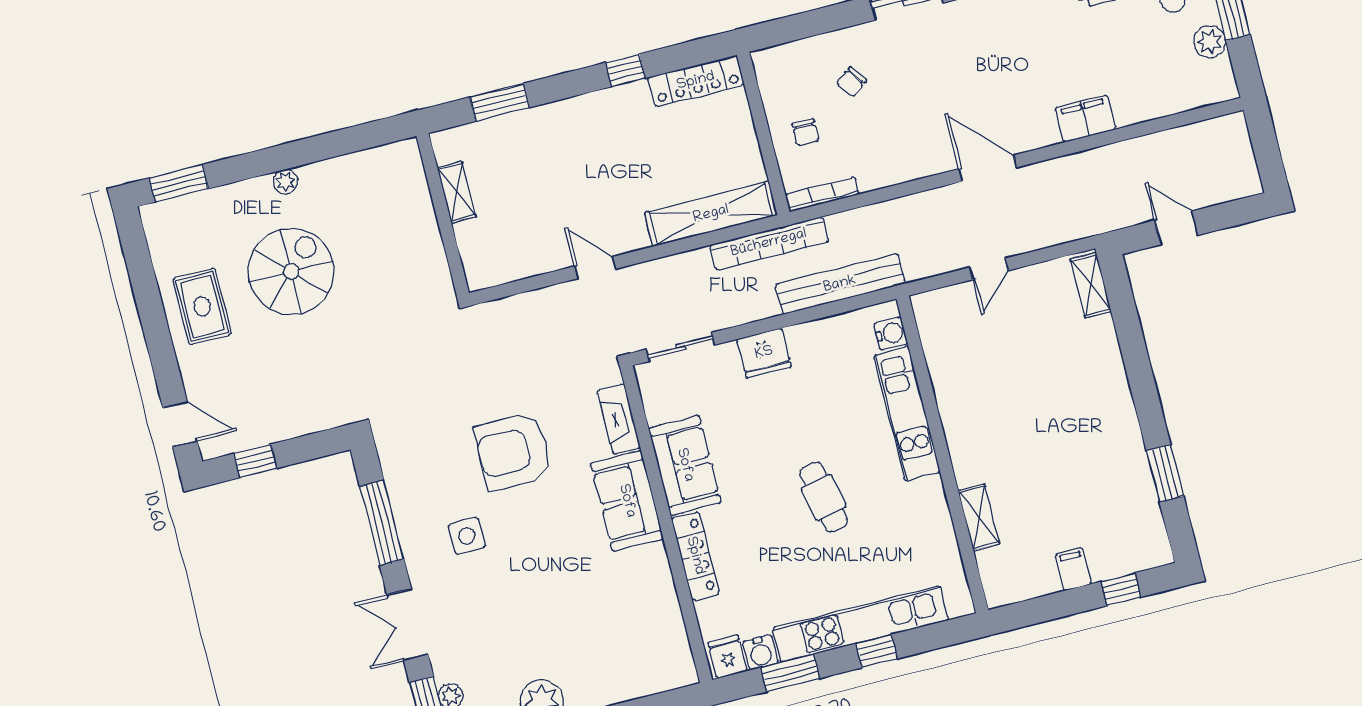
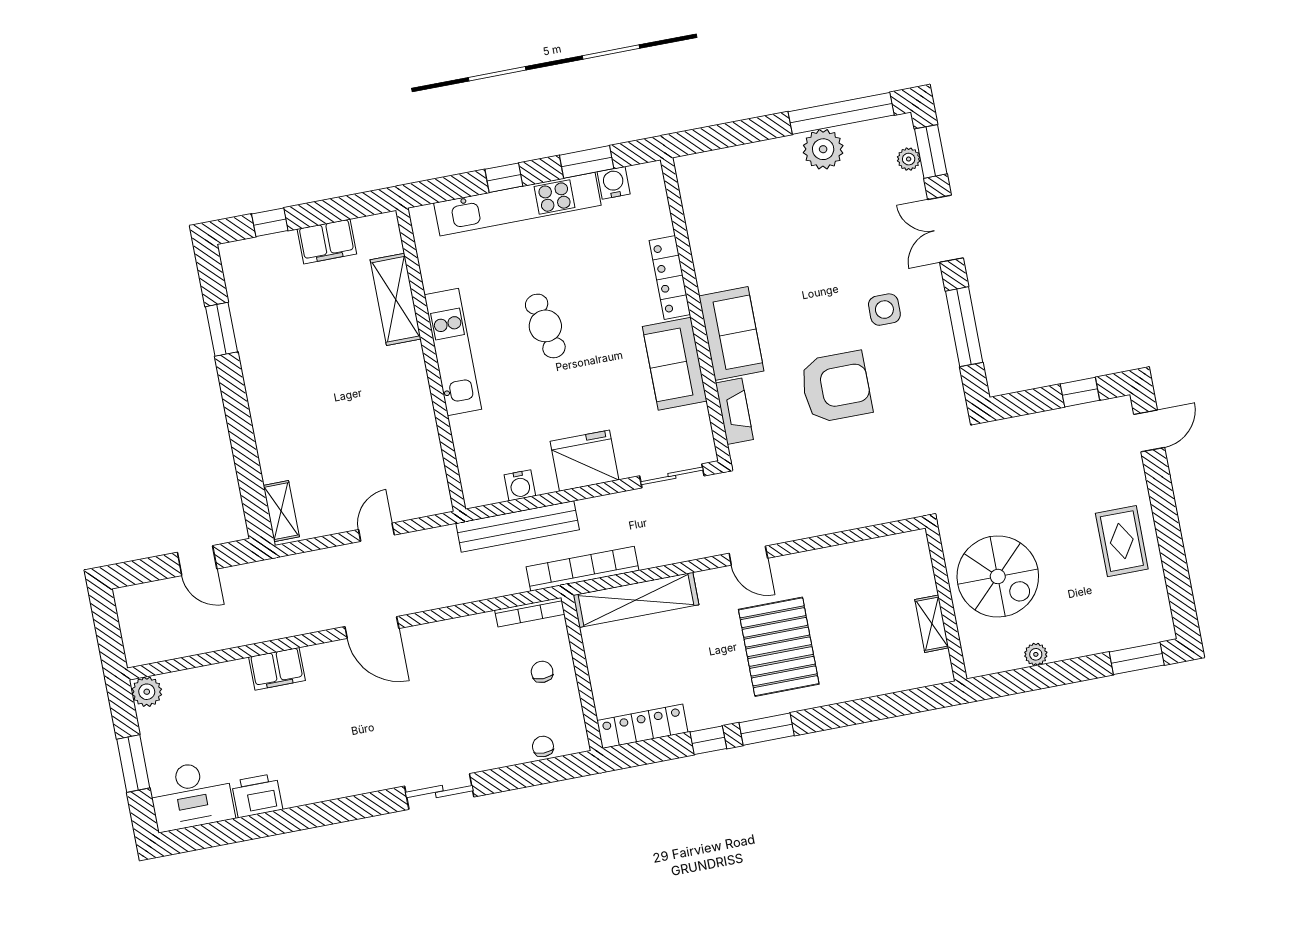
plant: (1210, 42) -> (147, 692), moved
chair: (852, 82) -> (543, 746), moved, turned -55
window: (500, 102) -> (767, 729), moved
pallet: (557, 173) -> (779, 647), added
shelving: (457, 192) -> (932, 624), moved
wall: (443, 215) -> (946, 603), moved
spiral stairs: (291, 271) -> (998, 576), moved, turned -90
water cooler: (891, 333) -> (520, 485), moved, turned -90
fridge: (764, 353) -> (584, 461), width x1.36, depth x1.34
kitchen unit: (907, 414) -> (453, 352), moved
door: (180, 424) -> (1149, 431), swing flipped
shelving: (979, 517) -> (396, 299), width x1.50, depth x1.33
filing cabinet: (1073, 569) -> (327, 241), width x2.00
double door: (408, 625) -> (945, 229), swing flipped
fridge: (727, 657) -> (645, 181), removed

